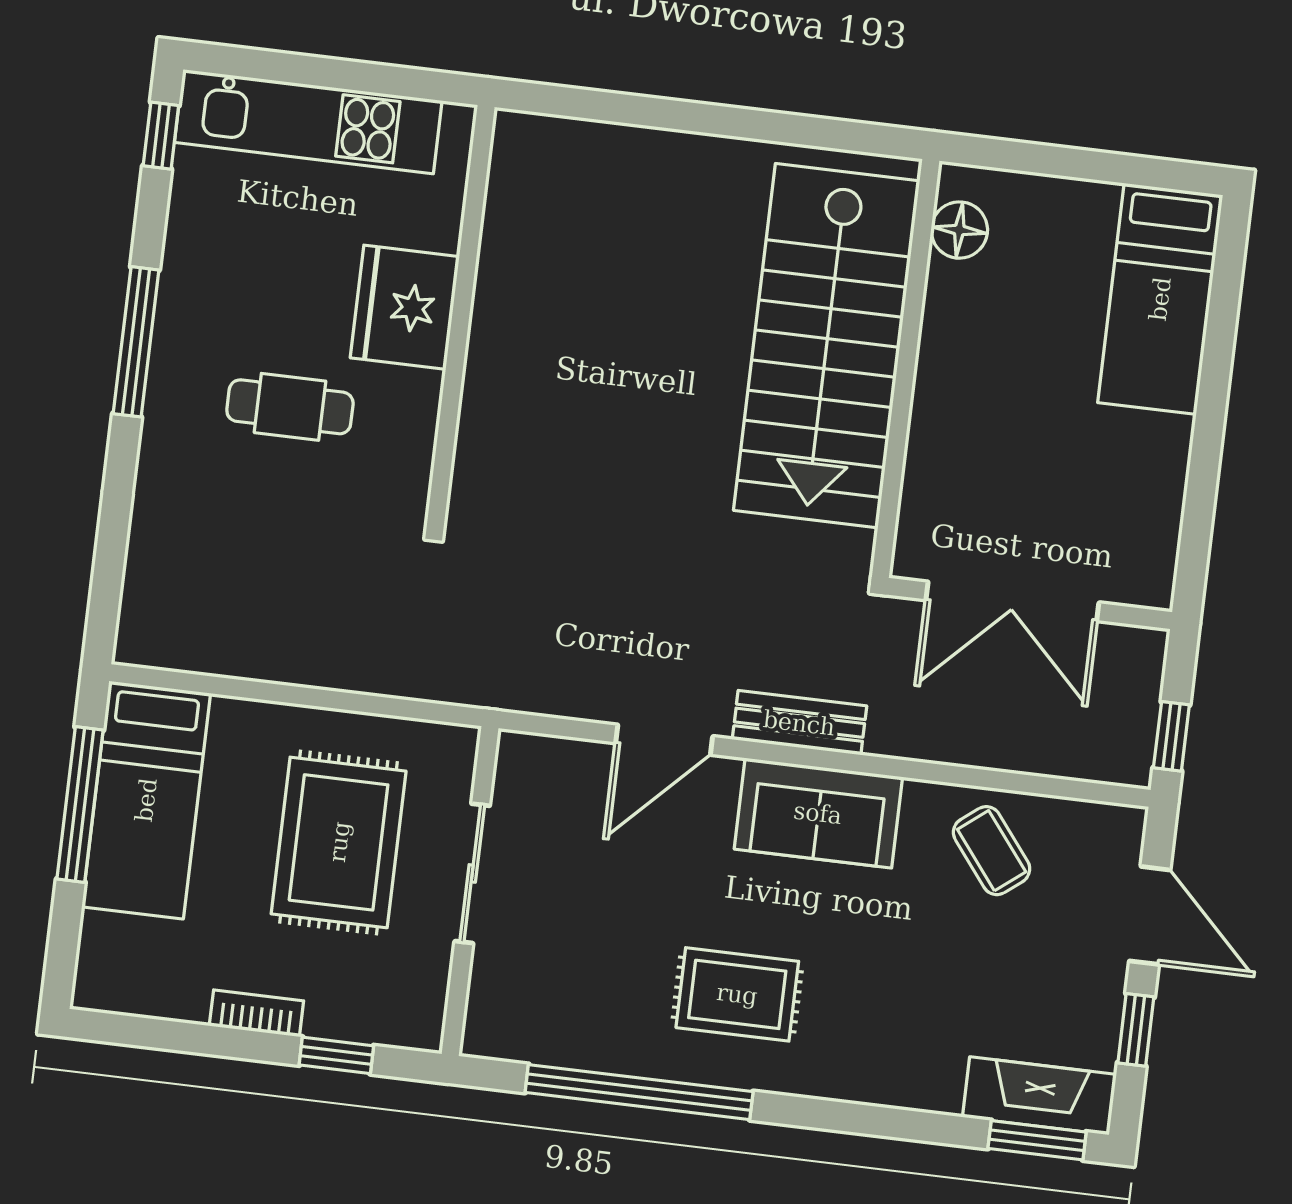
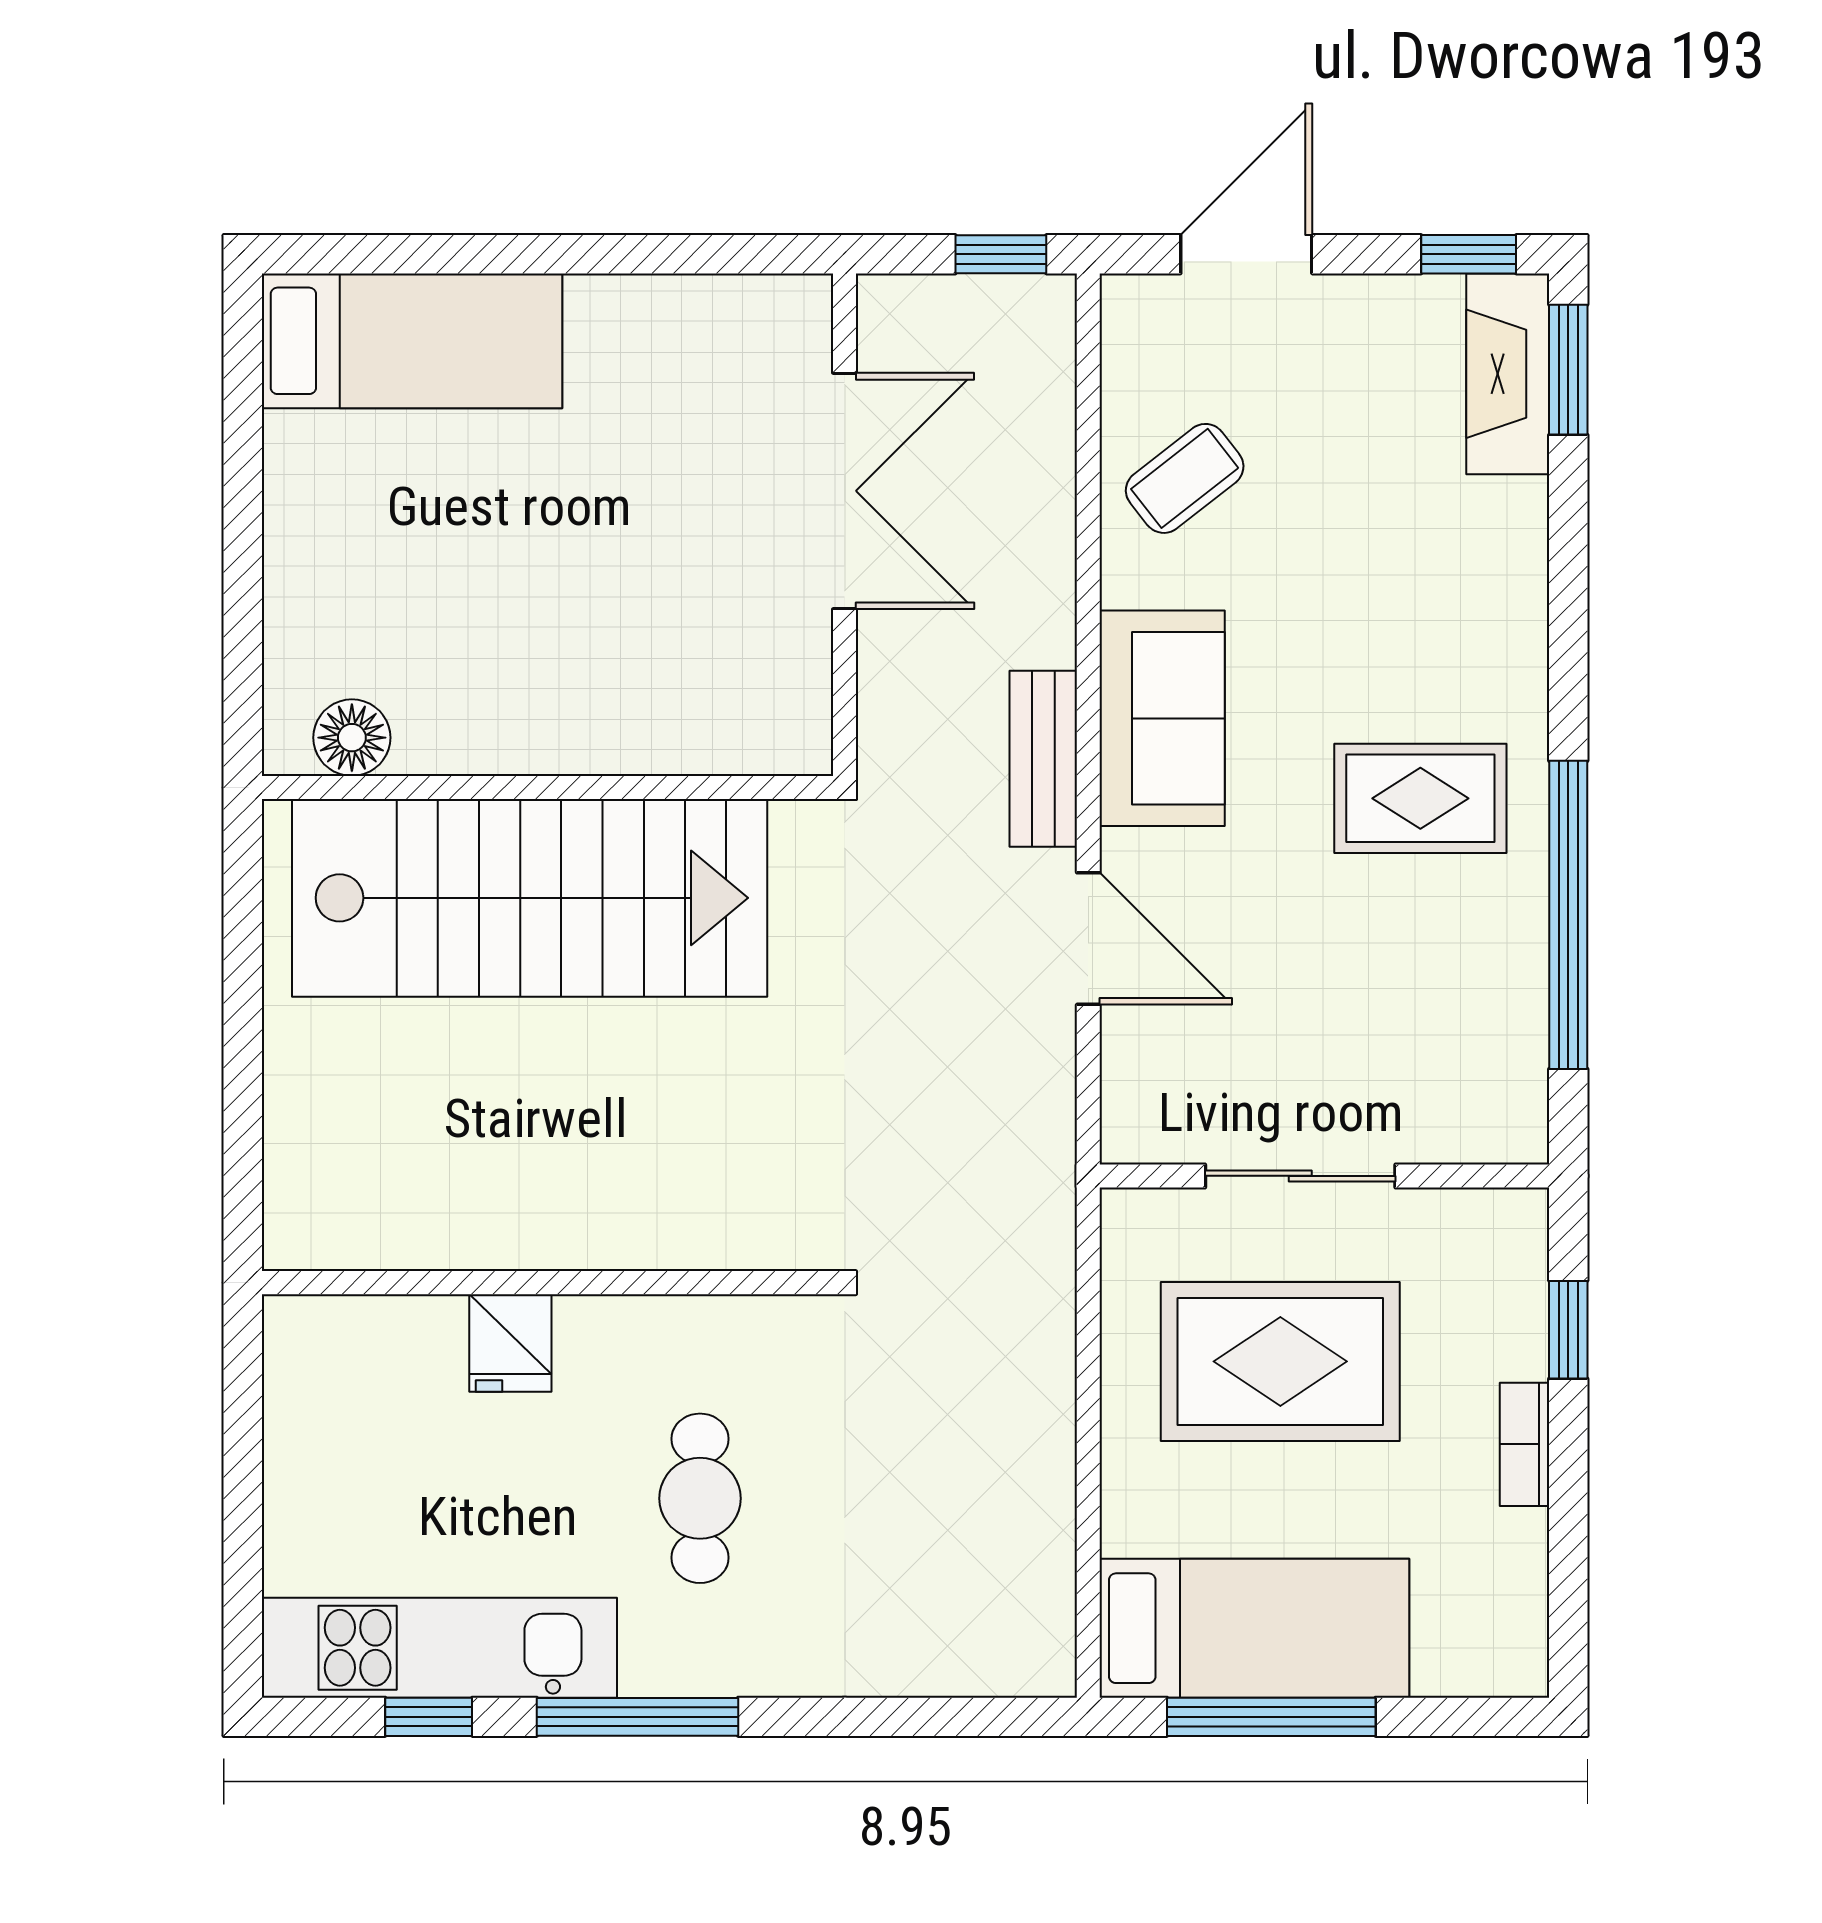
kitchen unit: (308, 122) -> (439, 1648), moved, turned -90
window: (161, 136) -> (429, 1717), moved
floor lamp: (959, 230) -> (352, 738), moved
fridge: (405, 307) -> (510, 1343), width x0.53, depth x0.75
stairs: (827, 346) -> (530, 898), moved
wall: (906, 368) -> (547, 787), moved
rug: (737, 994) -> (1420, 798), turned 90
window: (1136, 1030) -> (1469, 254), moved

